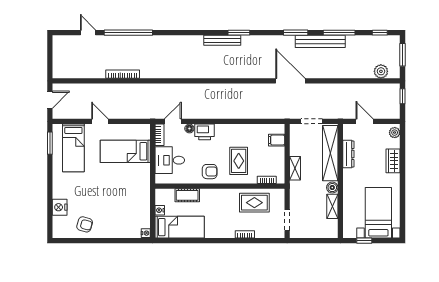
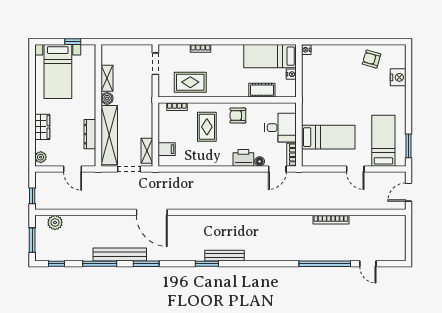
shelving: (295, 168) -> (147, 151), moved

